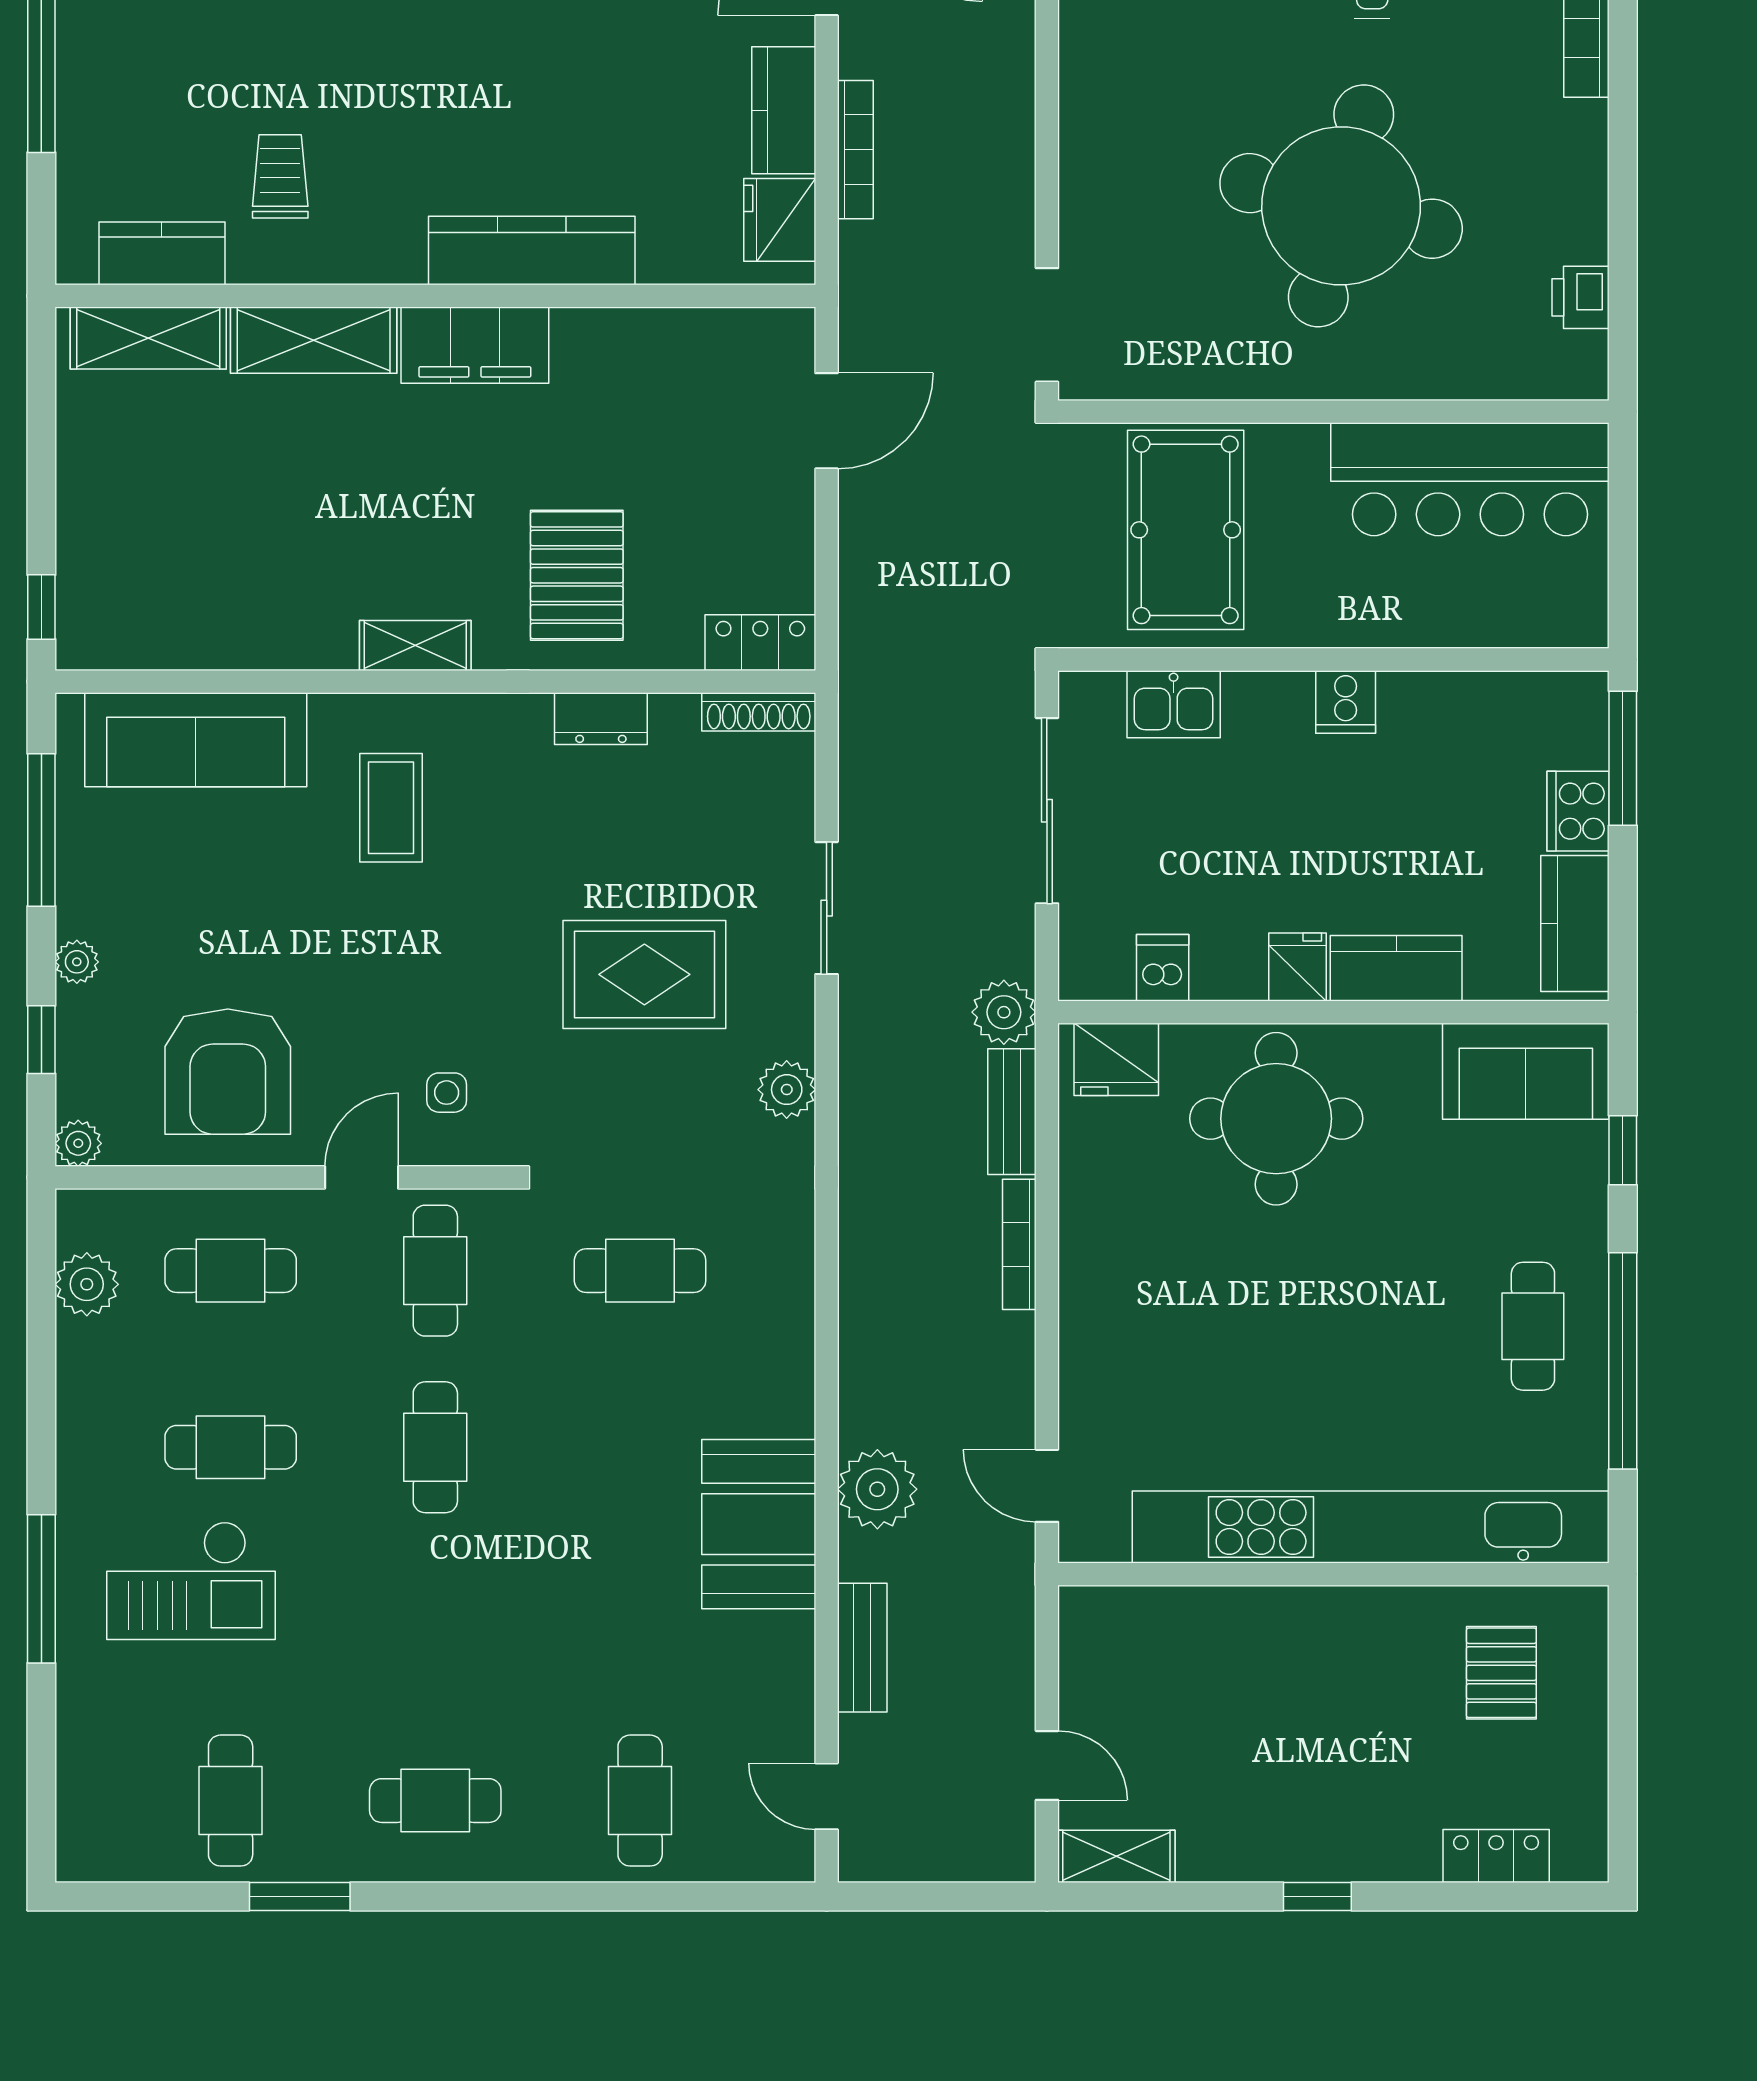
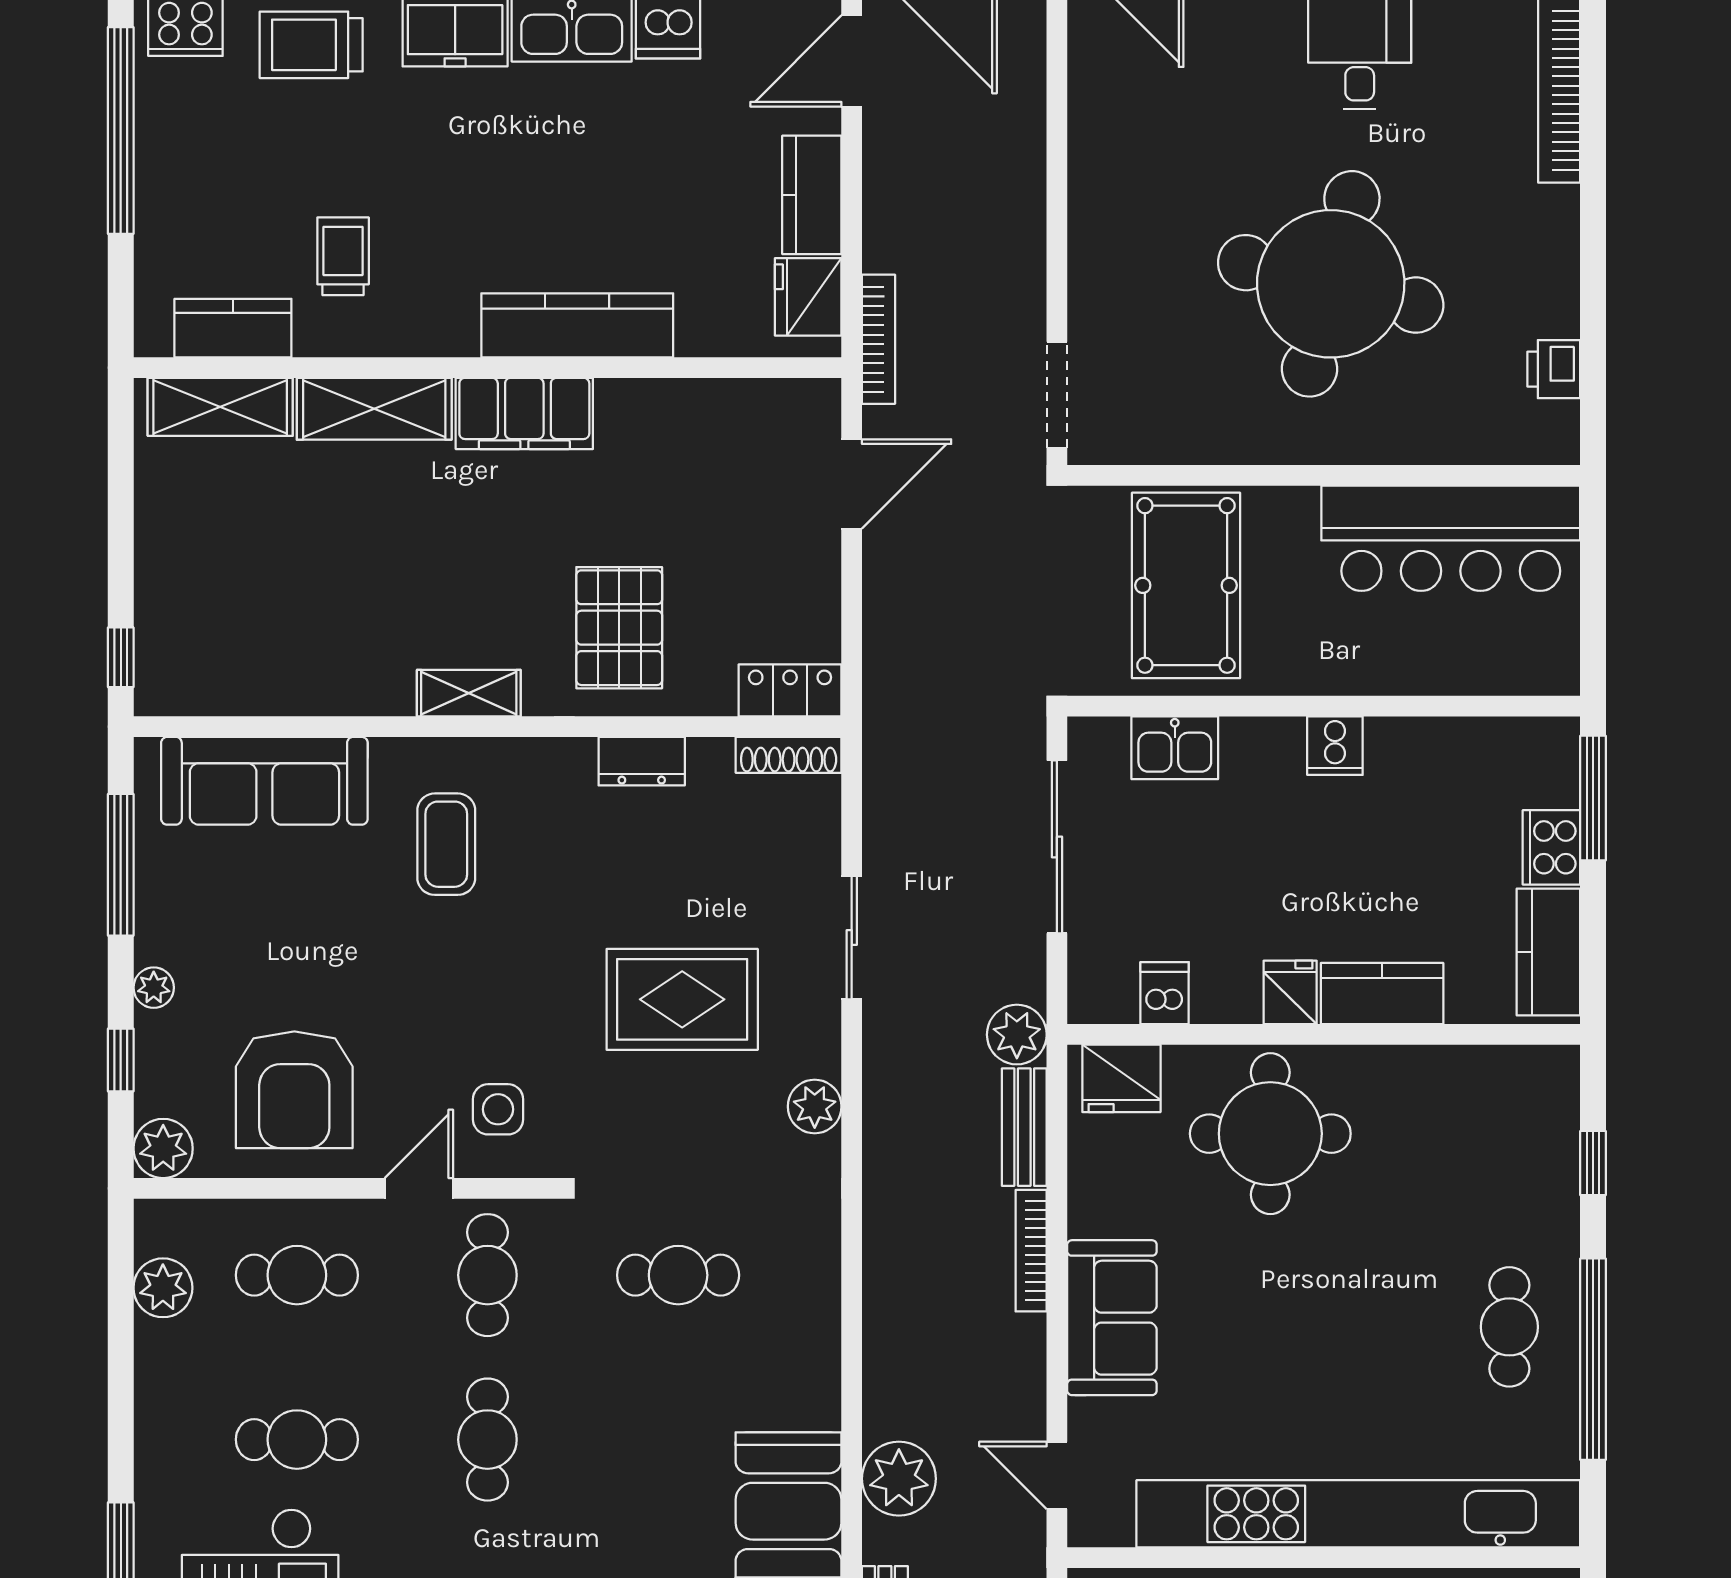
bookcase: (855, 150) -> (878, 339), moved
sofa: (1526, 1071) -> (1112, 1318), moved, turned -90
side table: (447, 1093) -> (498, 1109), width x1.37, depth x1.37
plant: (78, 1143) -> (163, 1148), width x1.38, depth x1.38

